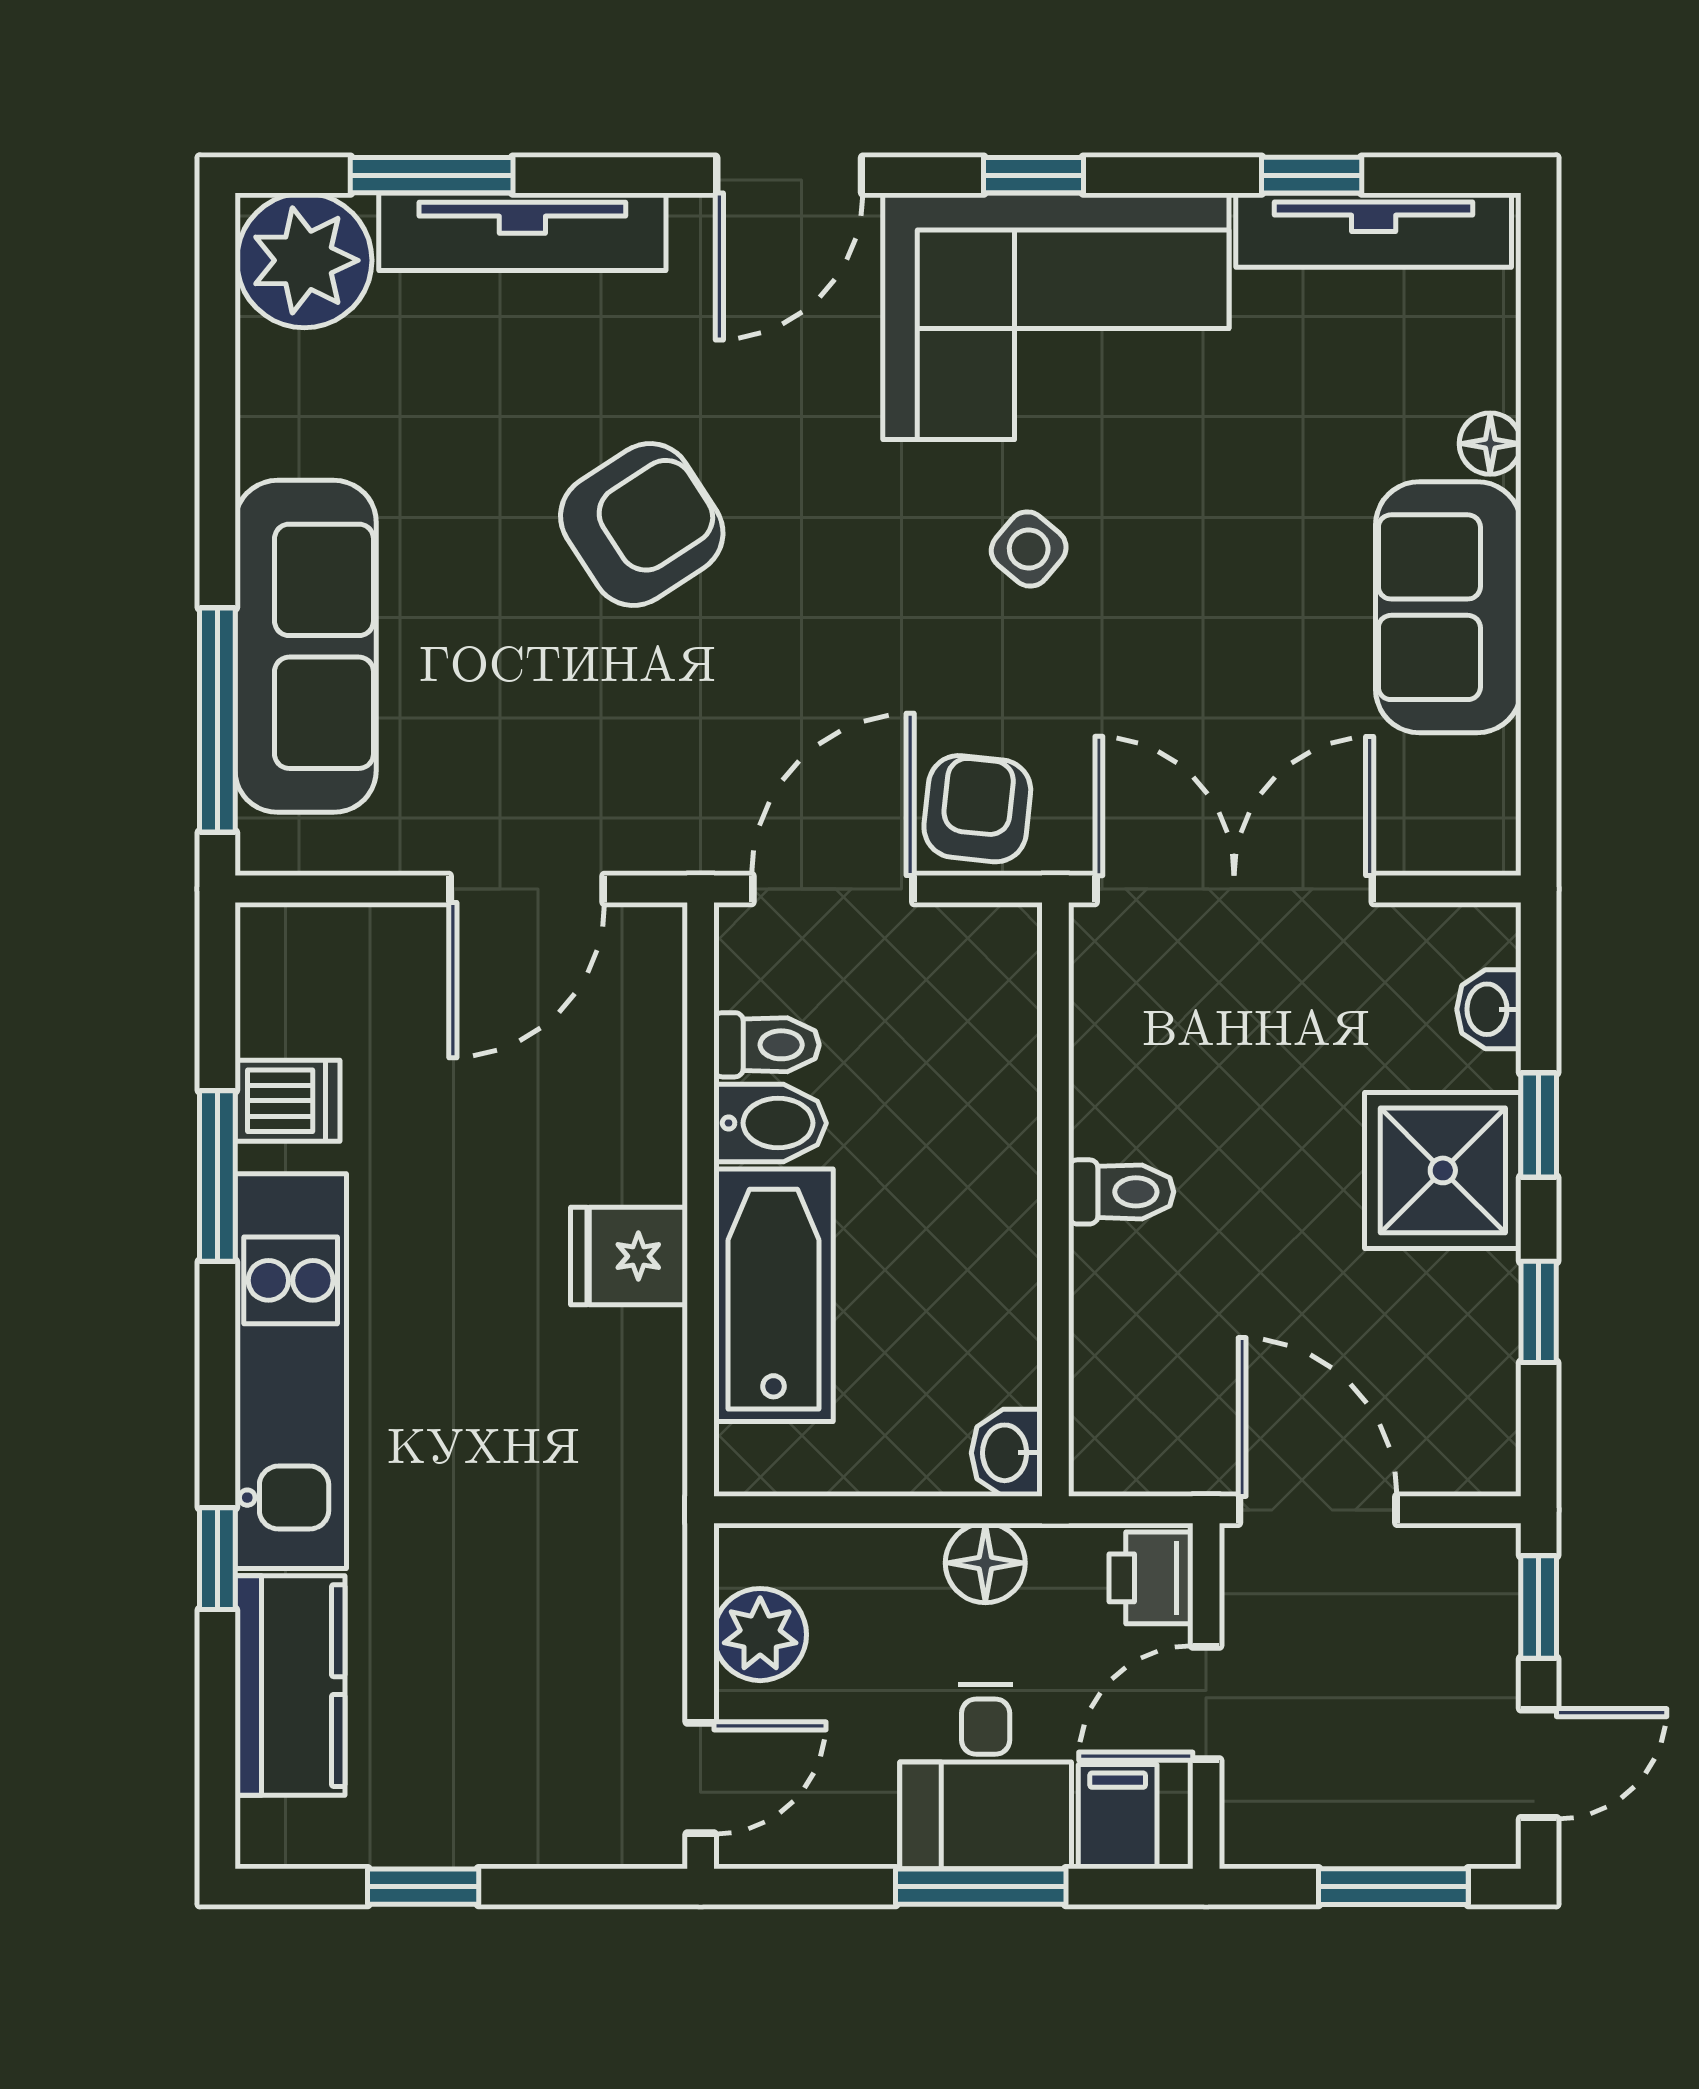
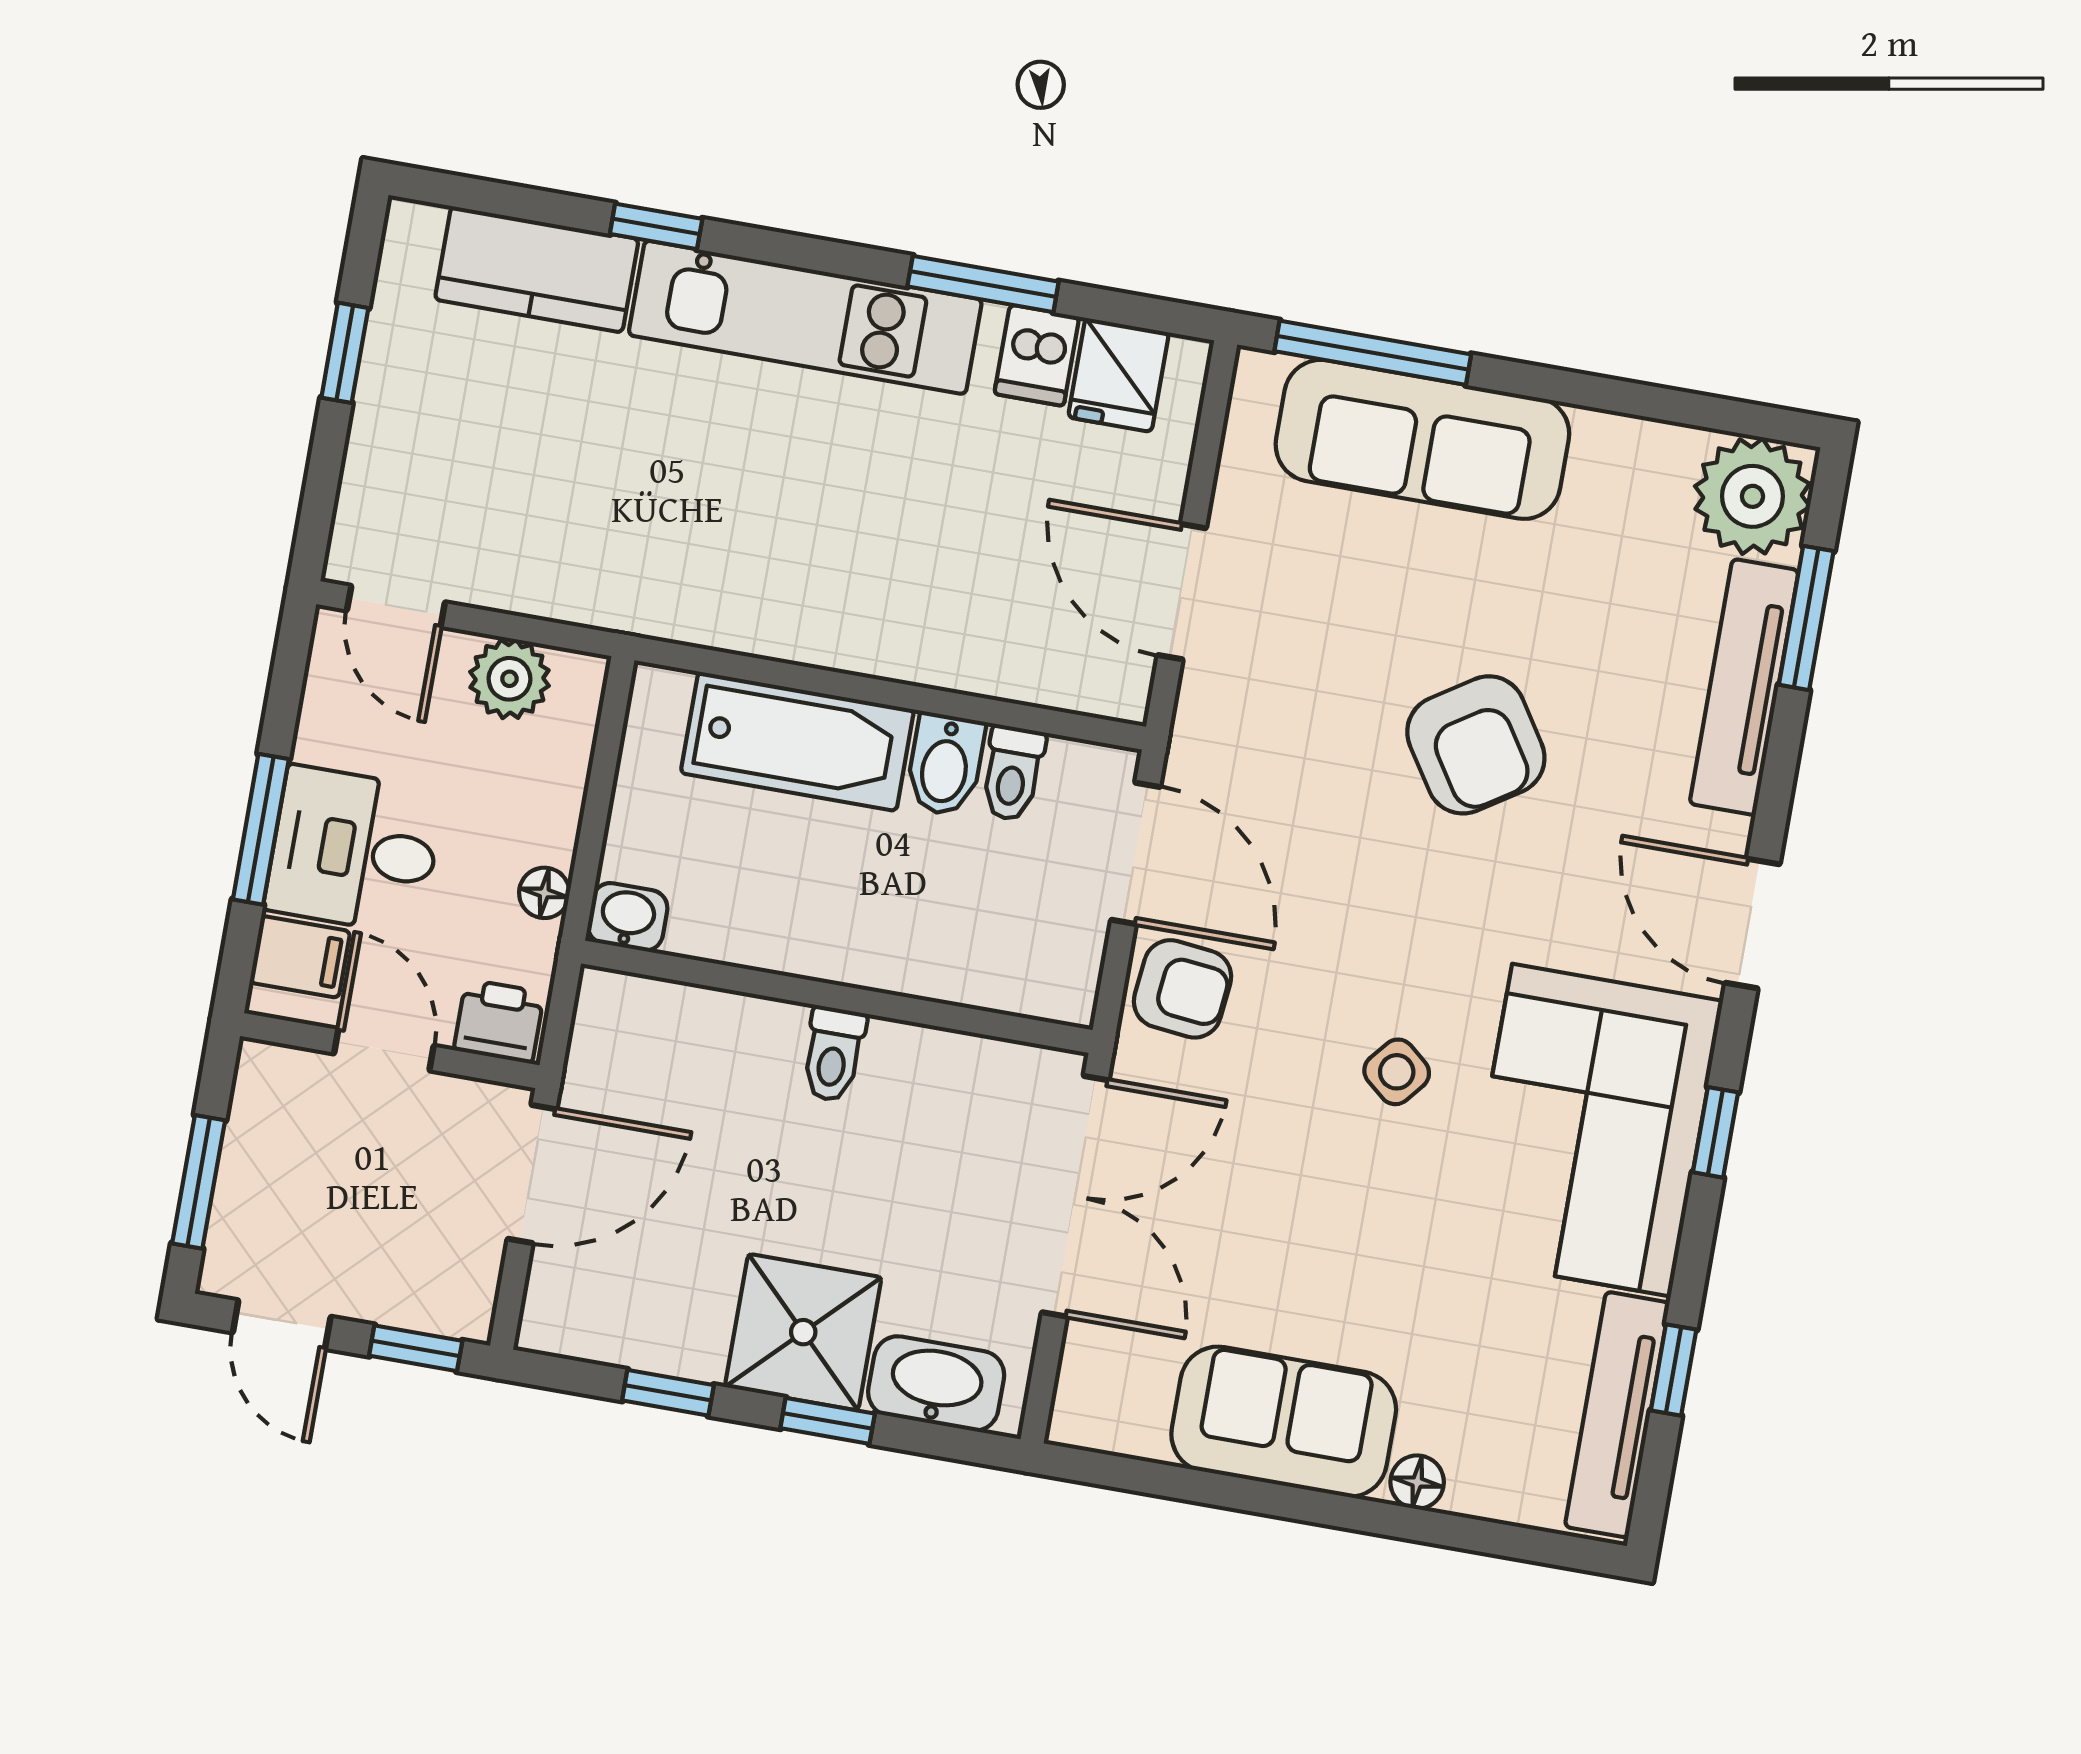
washbasin: (1489, 1009) -> (936, 1384), width x1.91, depth x1.45
fridge: (629, 1256) -> (1118, 375), moved, turned 180
floor lamp: (985, 1563) -> (544, 893), width x0.73, depth x0.73

